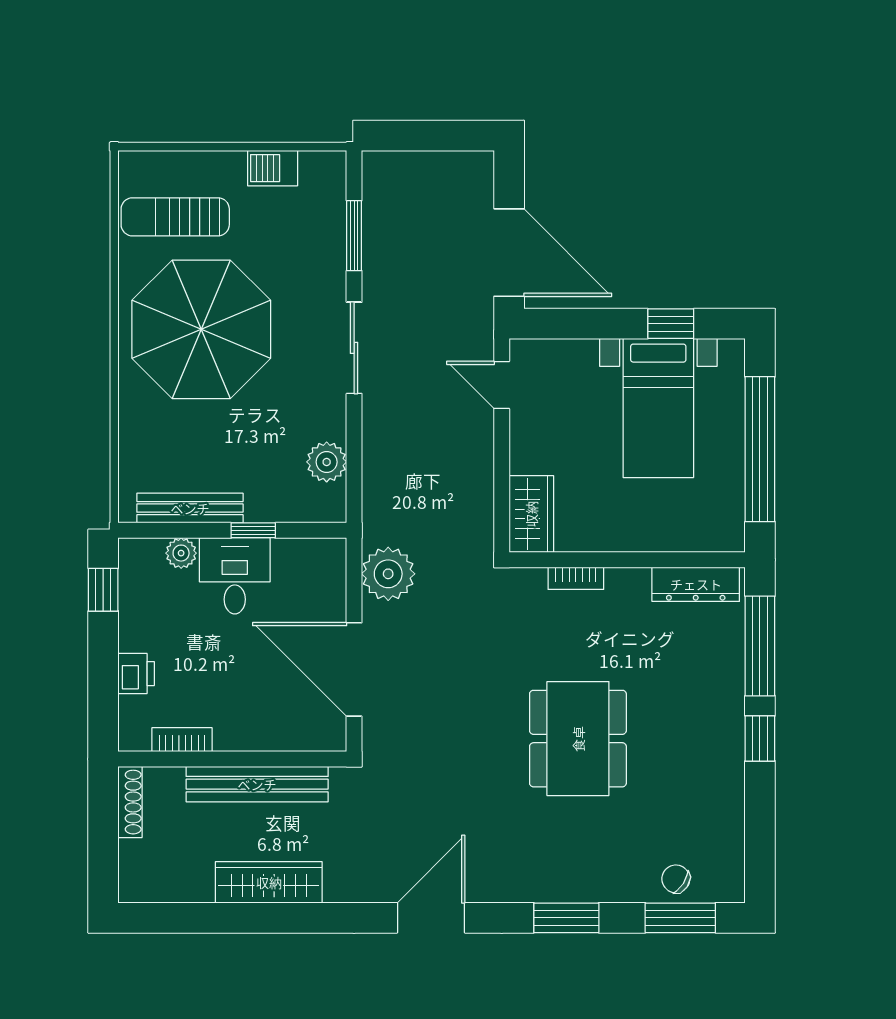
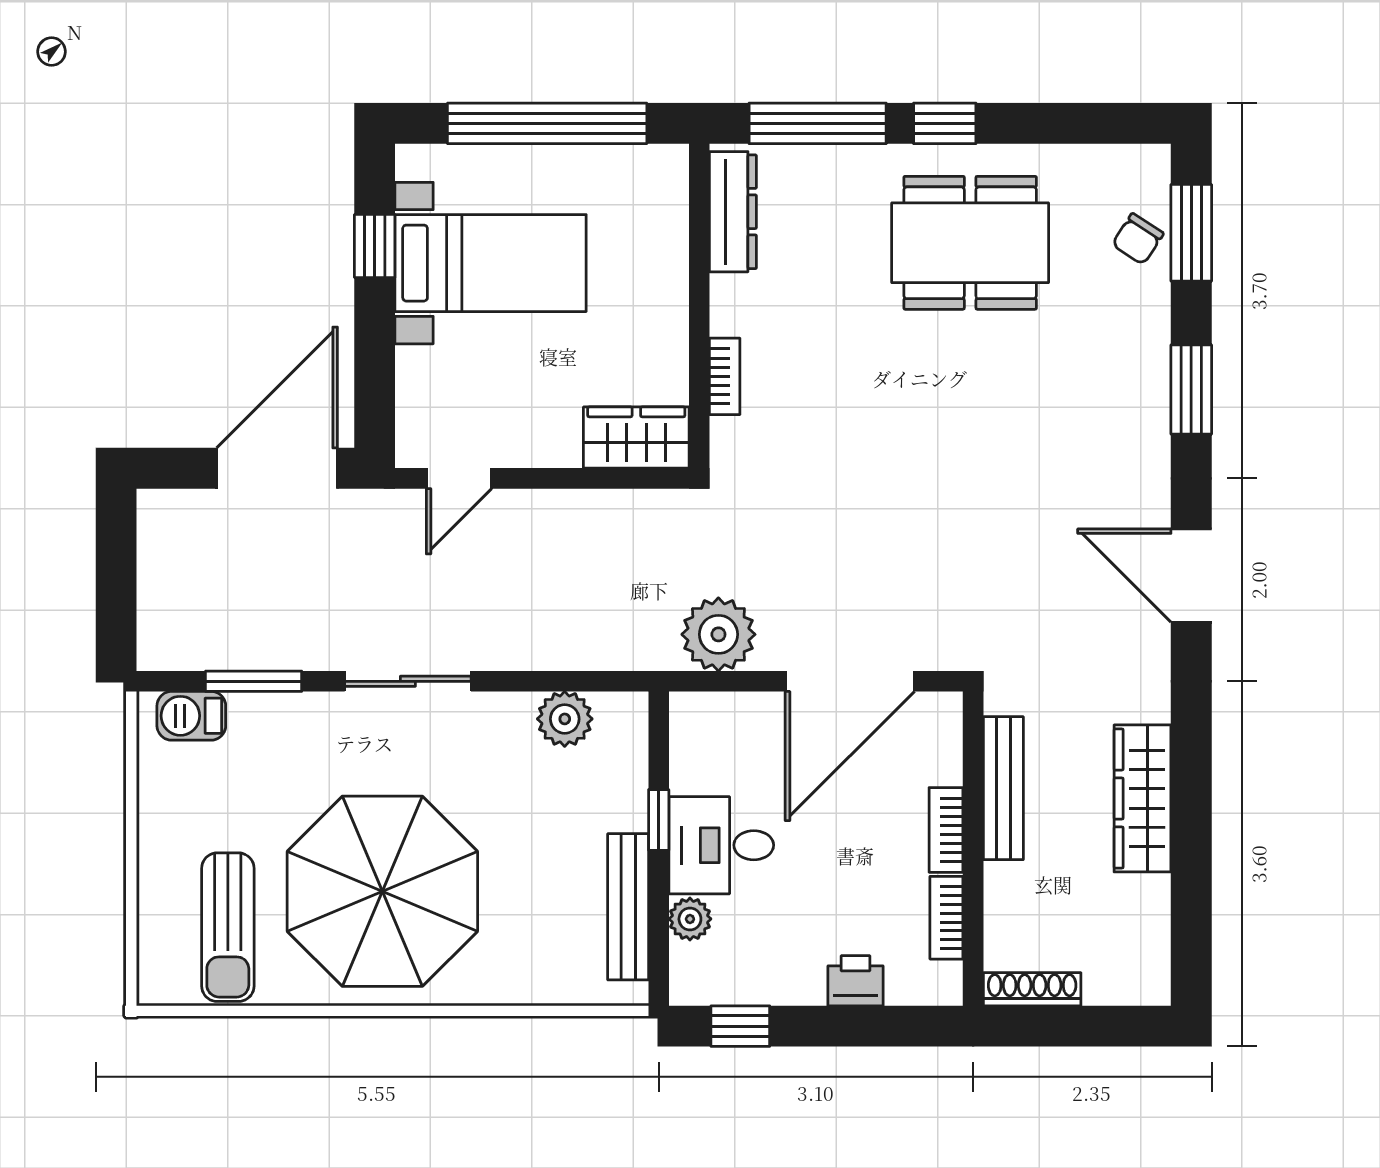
barbecue: (273, 168) -> (191, 716), moved, turned 90
bookcase: (246, 739) -> (946, 830), added
dining table: (578, 739) -> (970, 243), moved
bench: (257, 784) -> (1003, 788), width x0.73, depth x0.82

